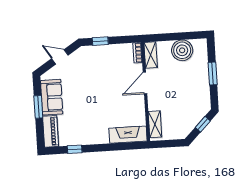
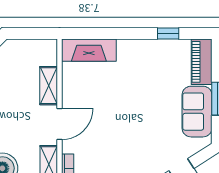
shelving: (155, 124) -> (49, 86), moved

